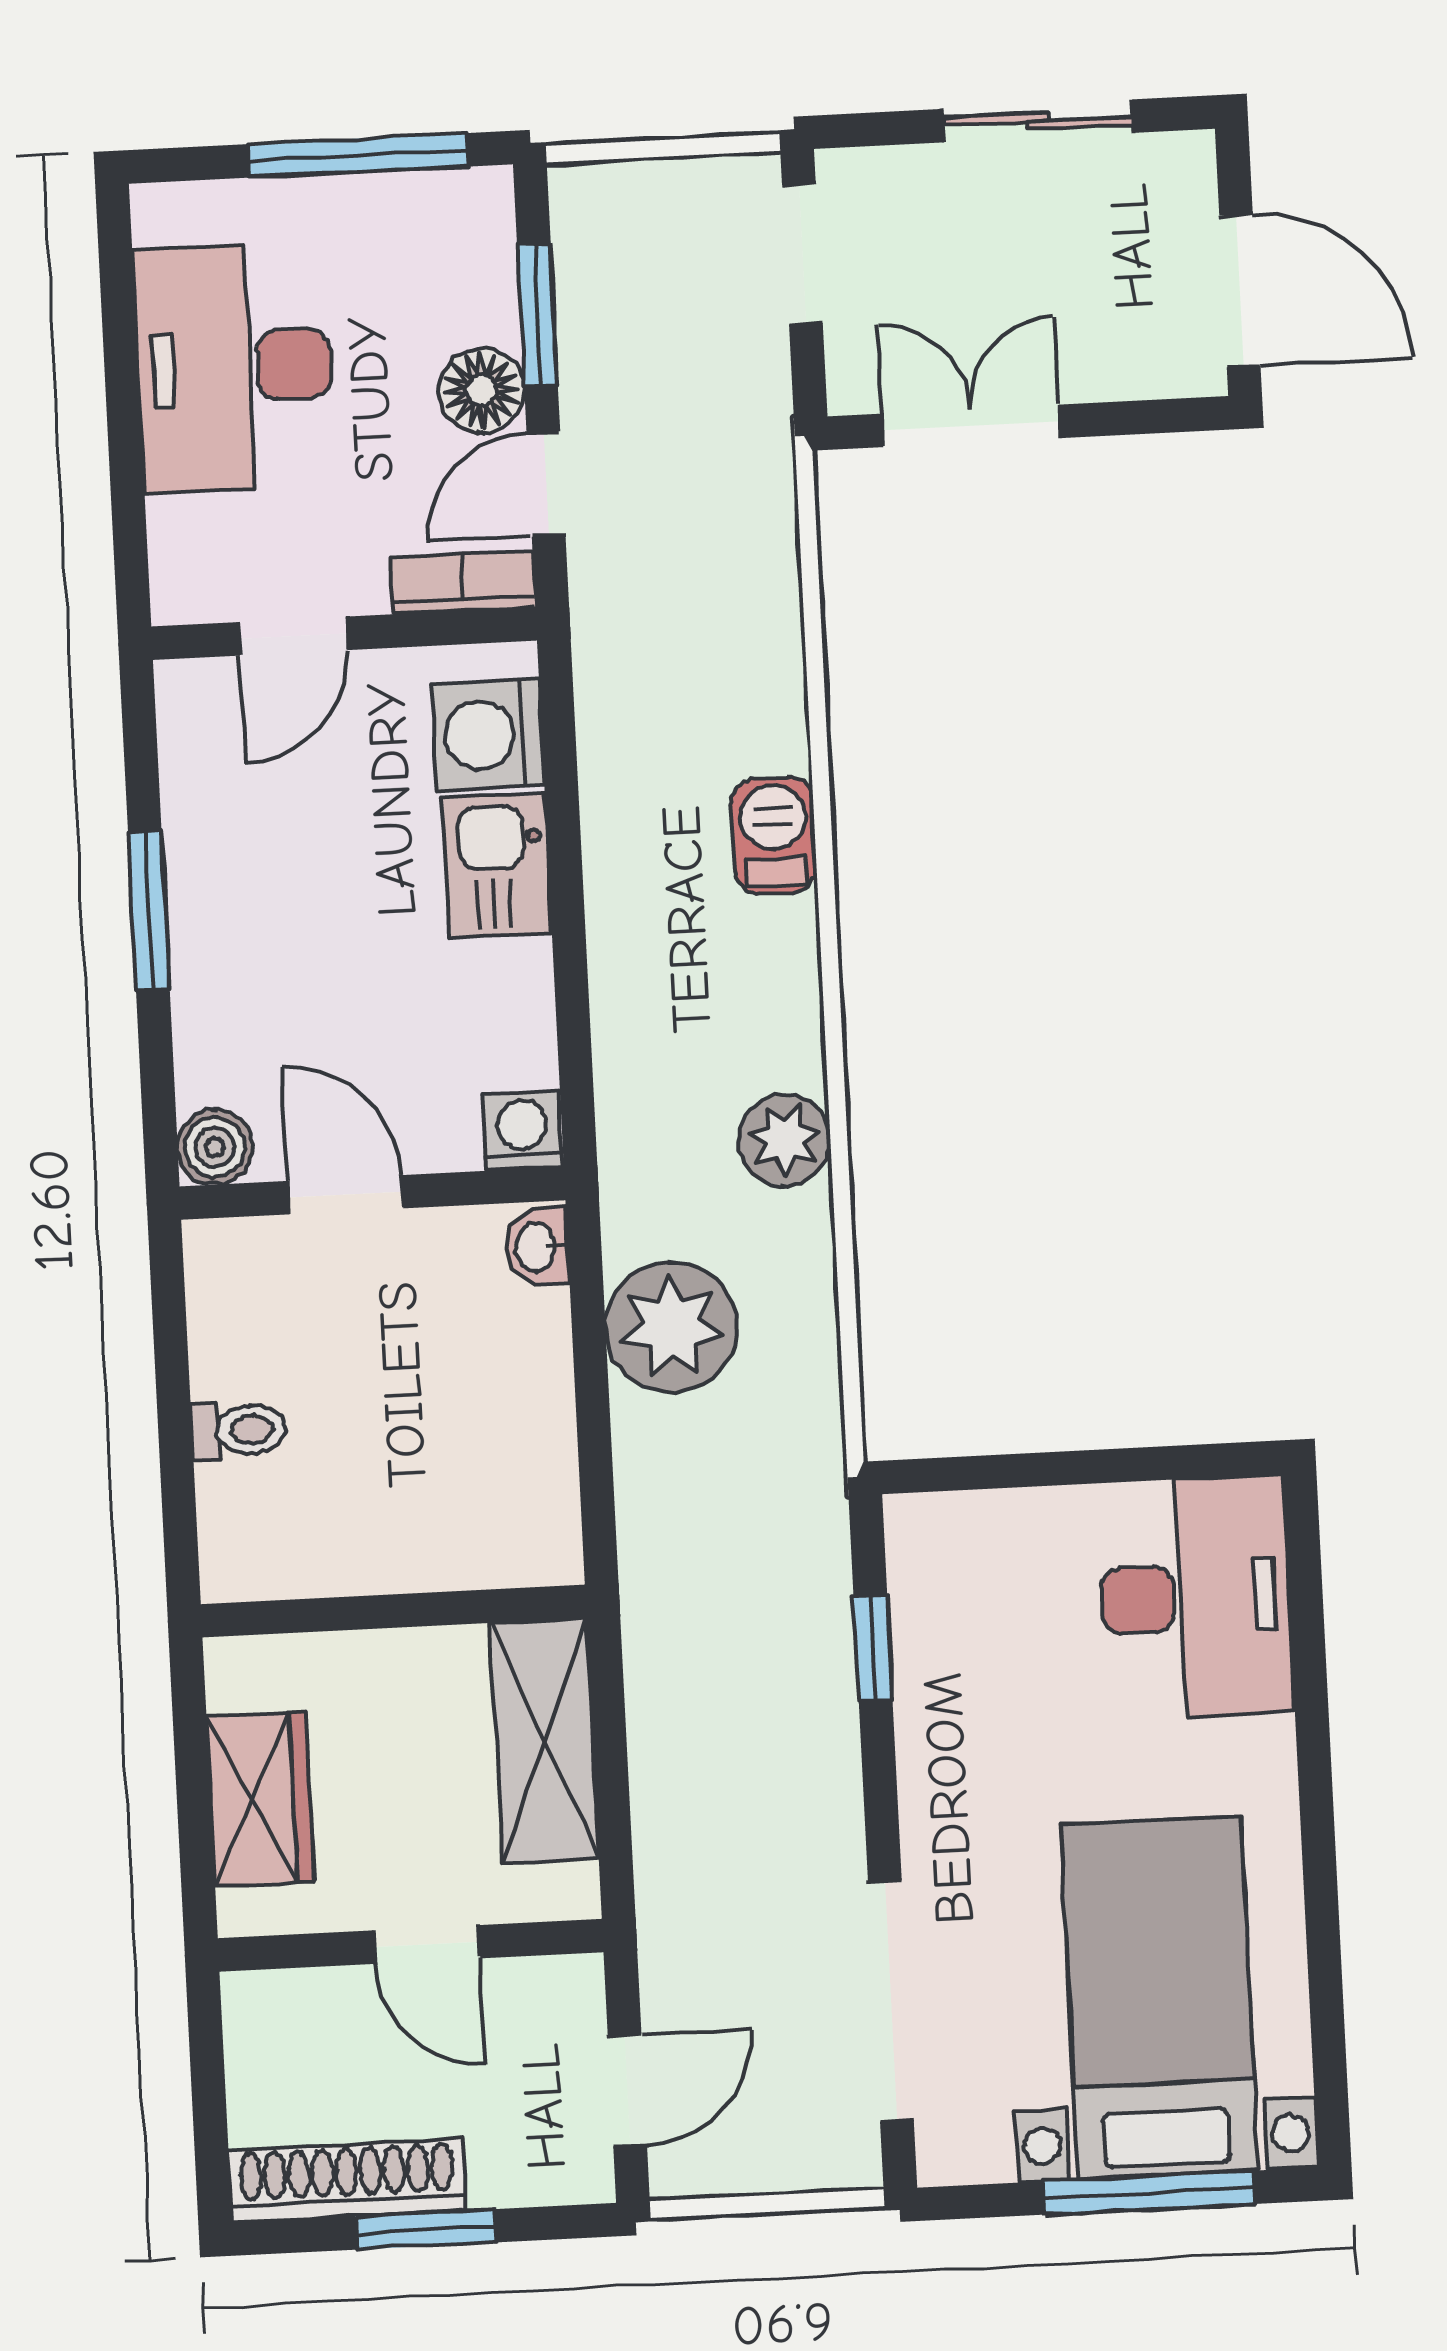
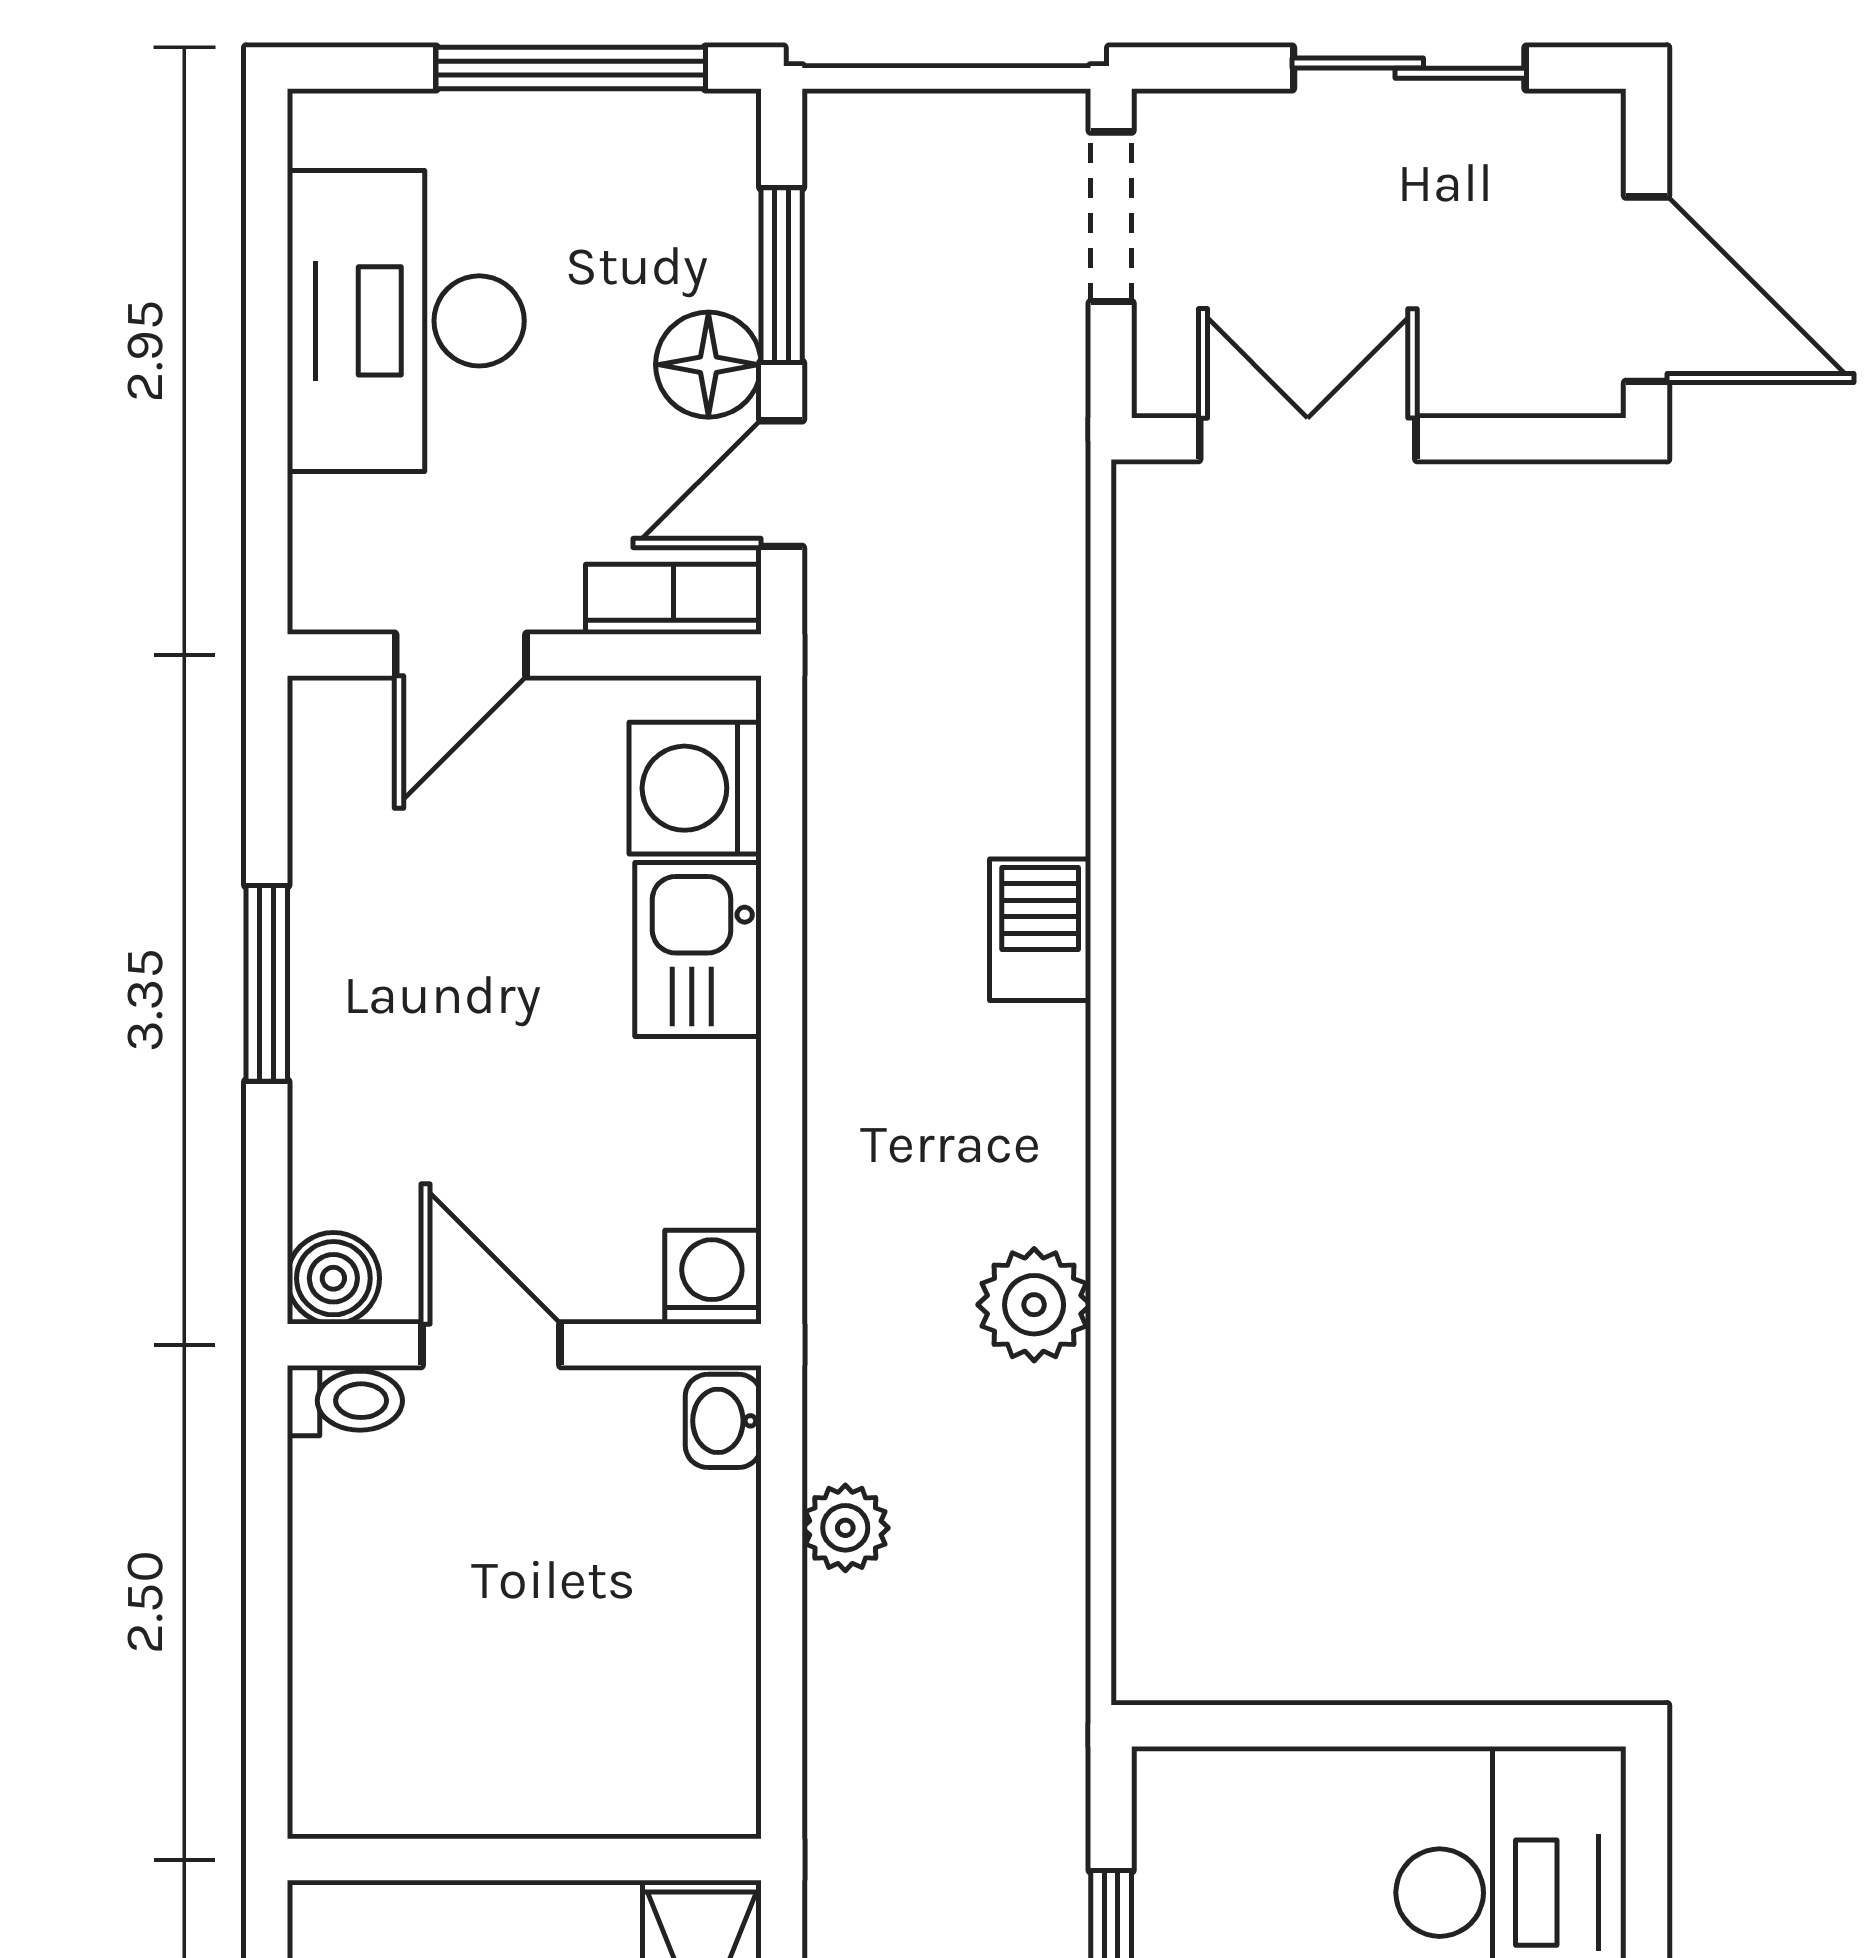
plant: (671, 1327) -> (845, 1528), width x0.53, depth x0.53
toilet: (239, 1430) -> (345, 1401), moved

